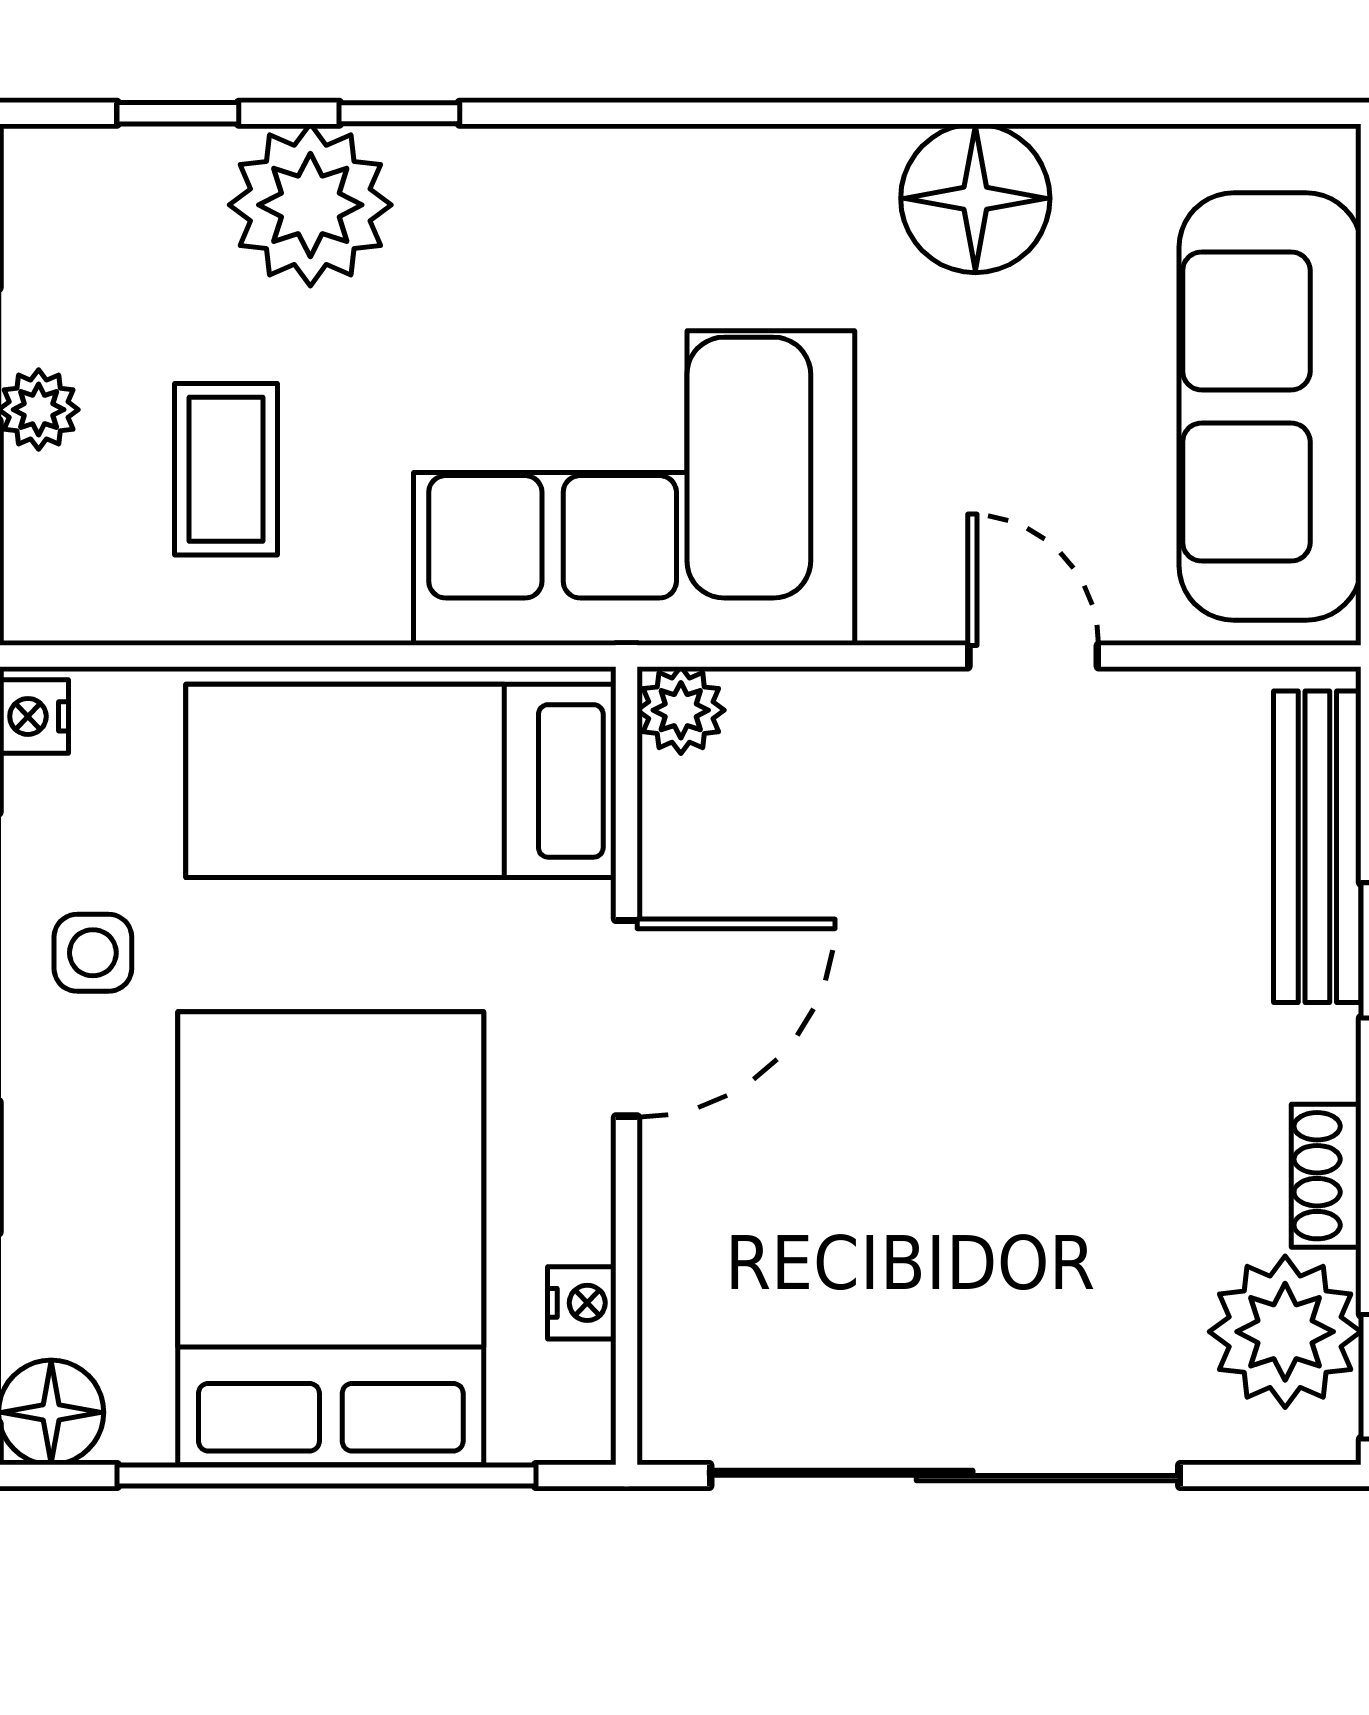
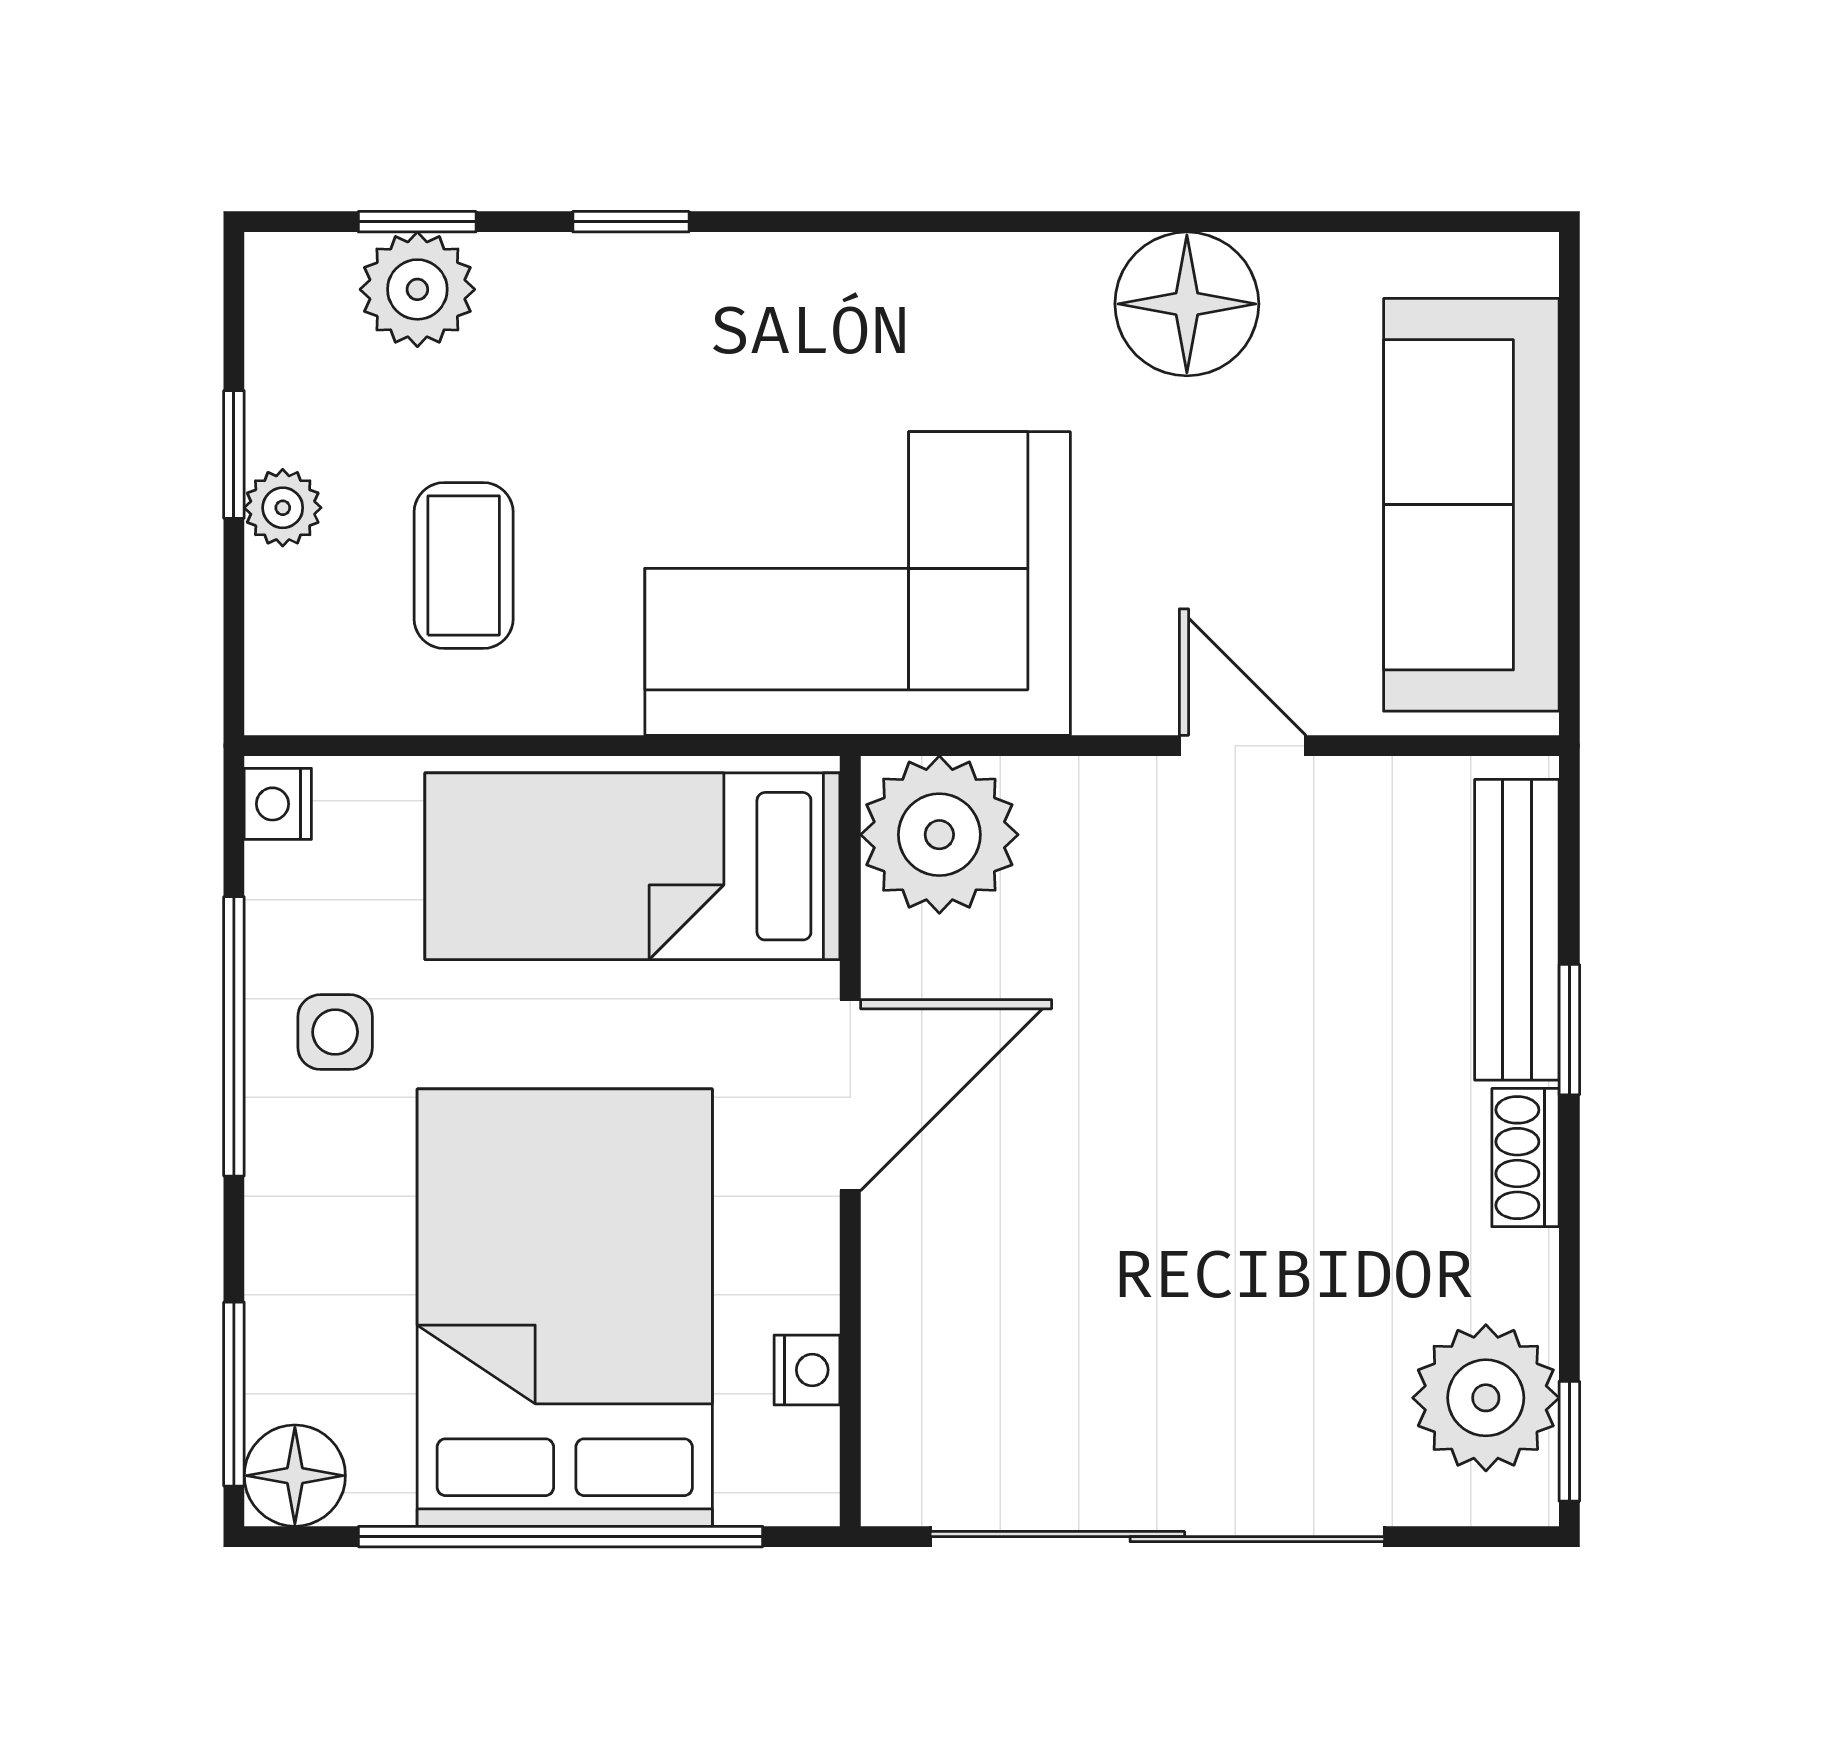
plant: (310, 205) -> (417, 289), moved, width x0.73, depth x0.73
plant: (681, 710) -> (939, 835), width x1.88, depth x1.88
shoe rack: (1326, 1176) -> (1525, 1158), moved

